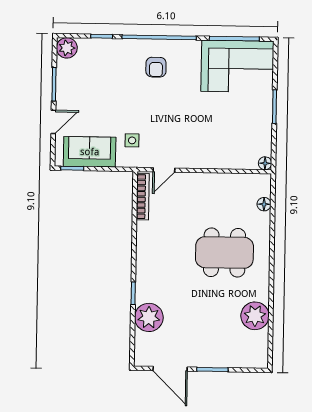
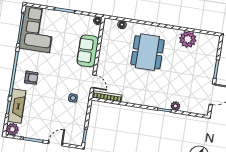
fireplace: (106, 50) -> (17, 106), added
door: (53, 122) -> (55, 143), hinge flipped
sofa: (90, 152) -> (88, 51), moved
plant: (149, 317) -> (175, 106), width x0.53, depth x0.53

